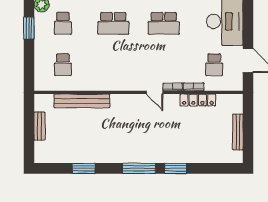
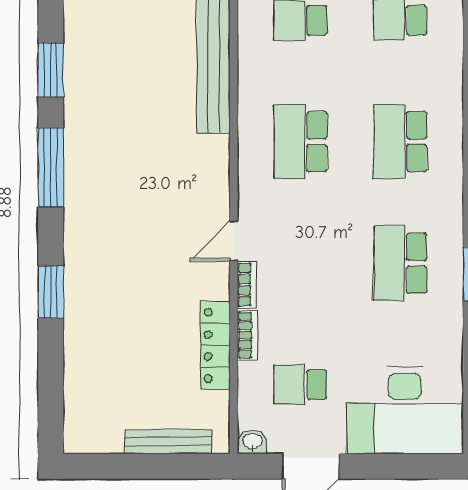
school desk: (113, 65) -> (300, 142), added
washbasin: (238, 85) -> (252, 442), added
bench: (238, 132) -> (168, 442), moved
window: (139, 168) -> (51, 167), moved

